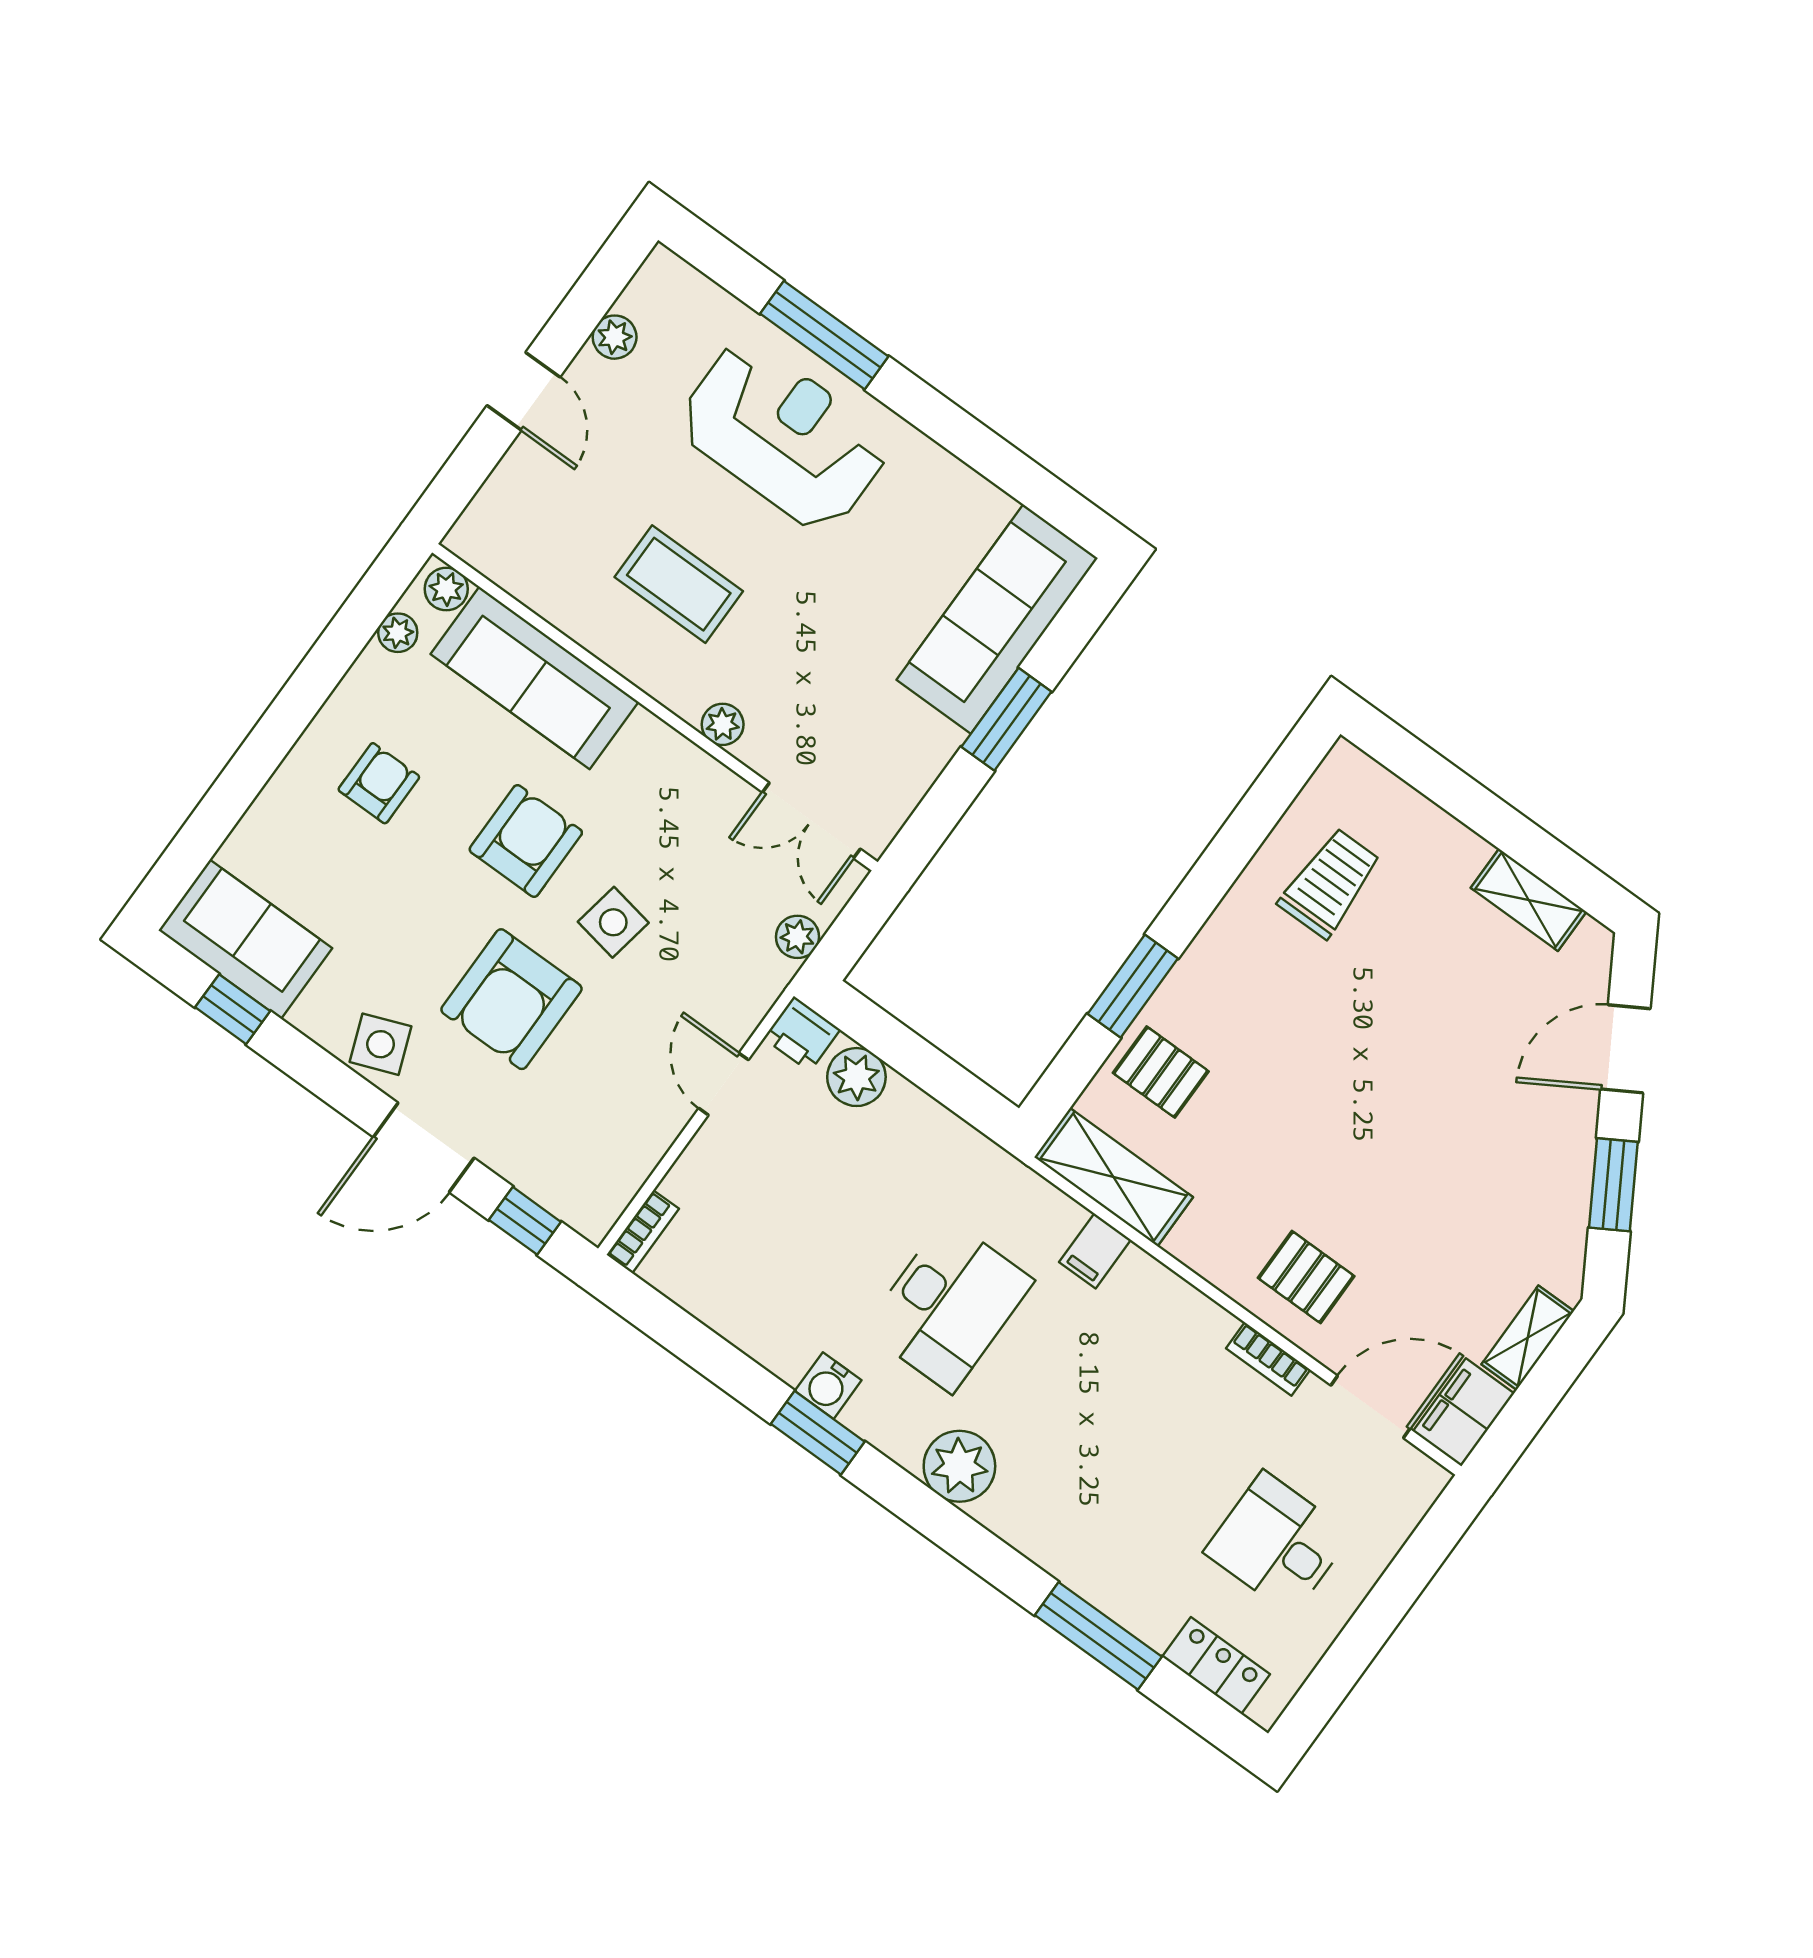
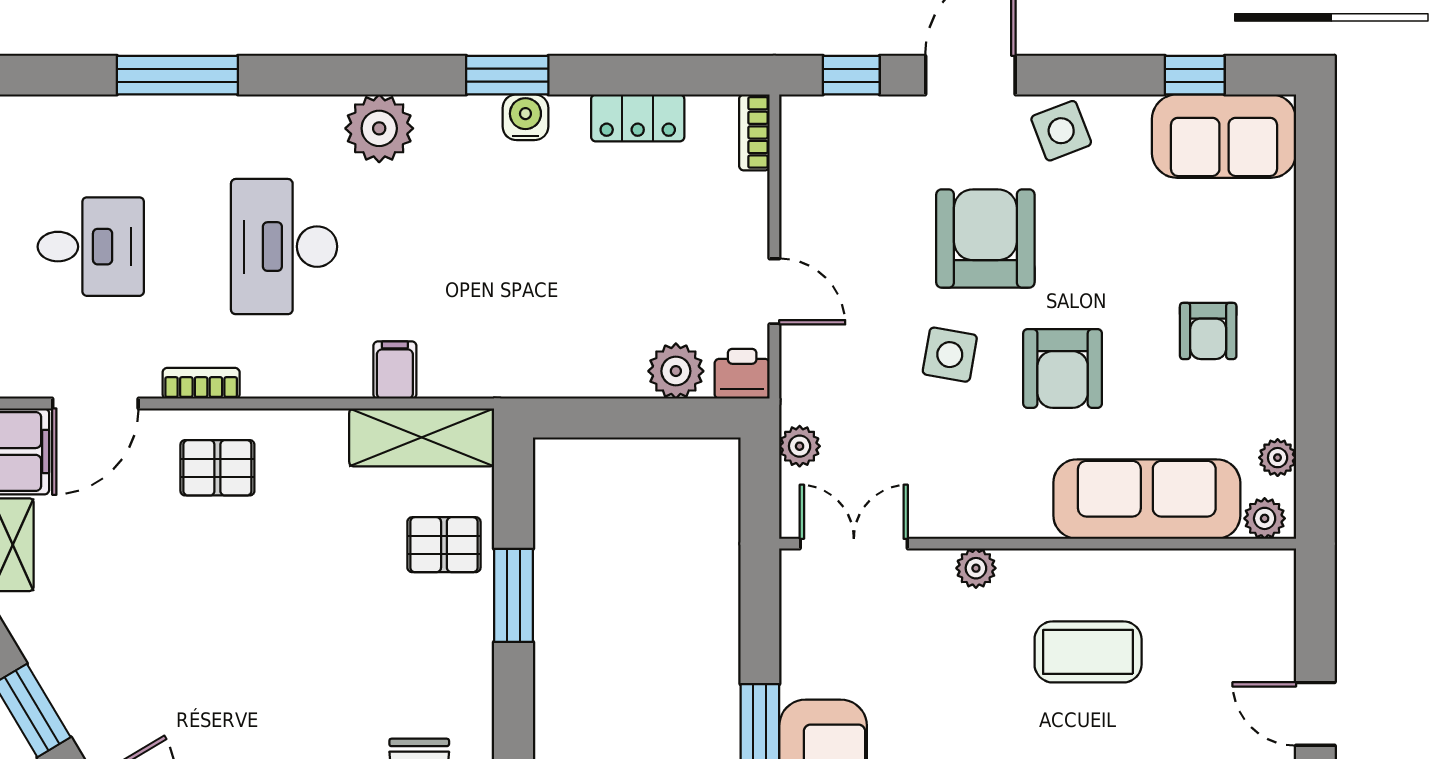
desk: (949, 1305) -> (284, 247), moved
locker: (1216, 1665) -> (638, 118), moved

